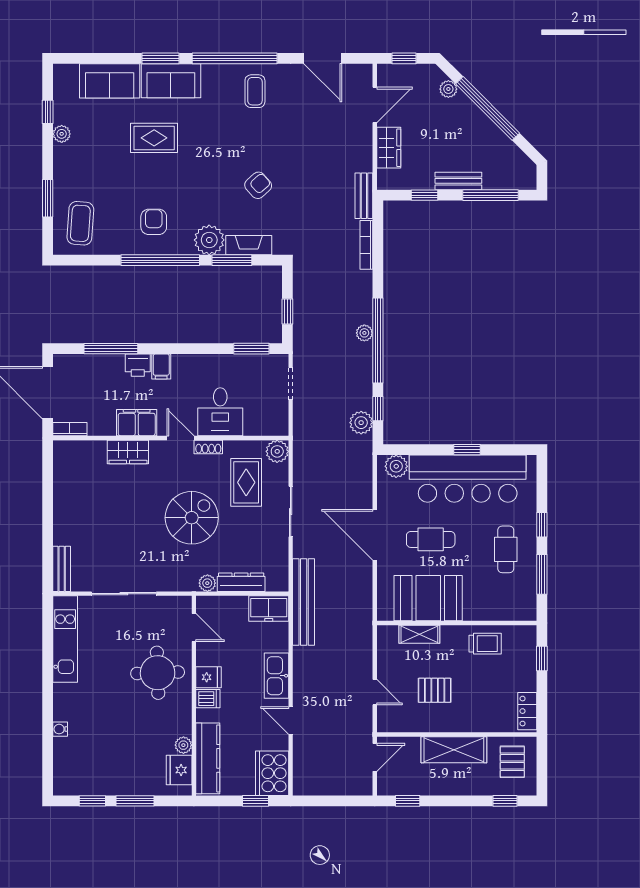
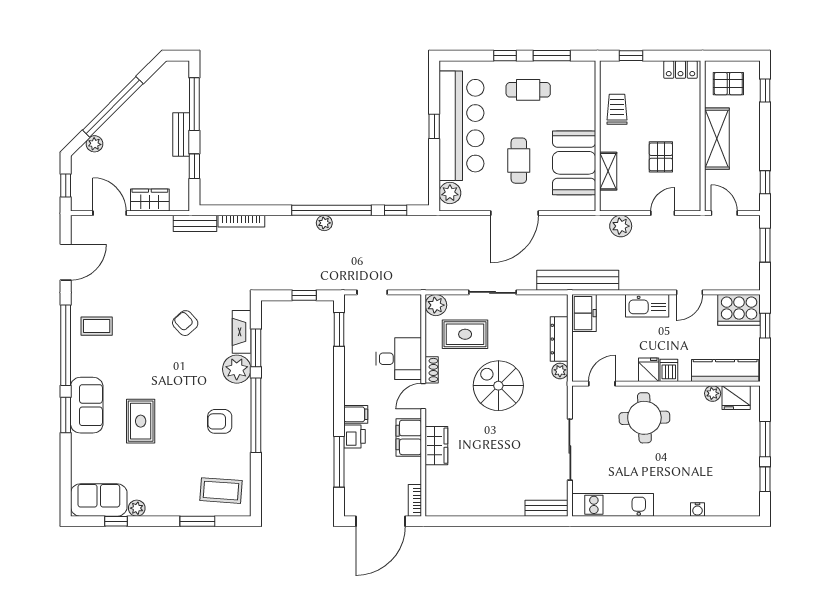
sofa: (110, 81) -> (99, 500), moved, turned -90
plant: (361, 423) -> (621, 226), moved
window: (341, 801) -> (765, 245), added

